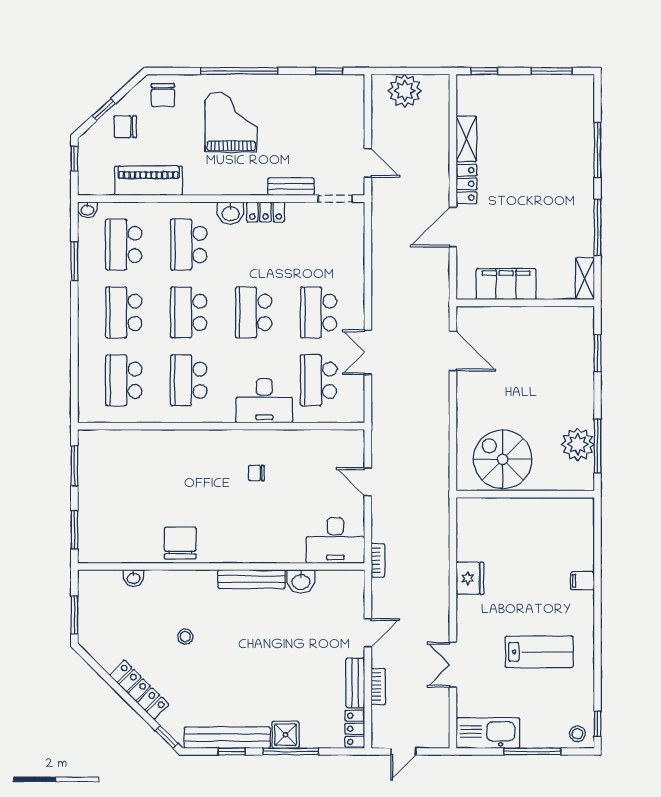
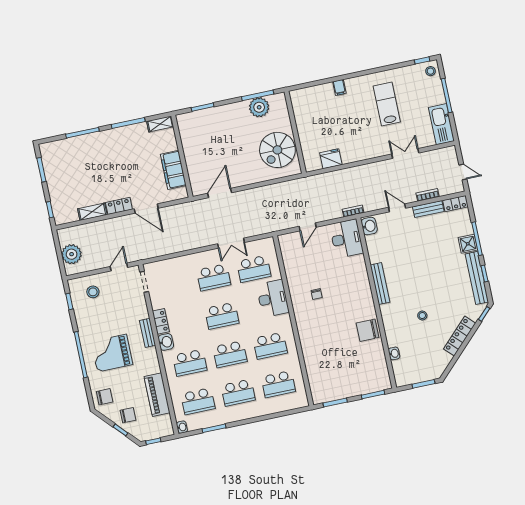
stool: (336, 112) -> (93, 292), added
chair: (125, 127) -> (128, 415), turned -90
bench: (291, 187) -> (148, 333), moved
fridge: (470, 578) -> (331, 159), moved
washbasin: (301, 581) -> (369, 226), moved
double door: (453, 665) -> (405, 153), swing flipped

